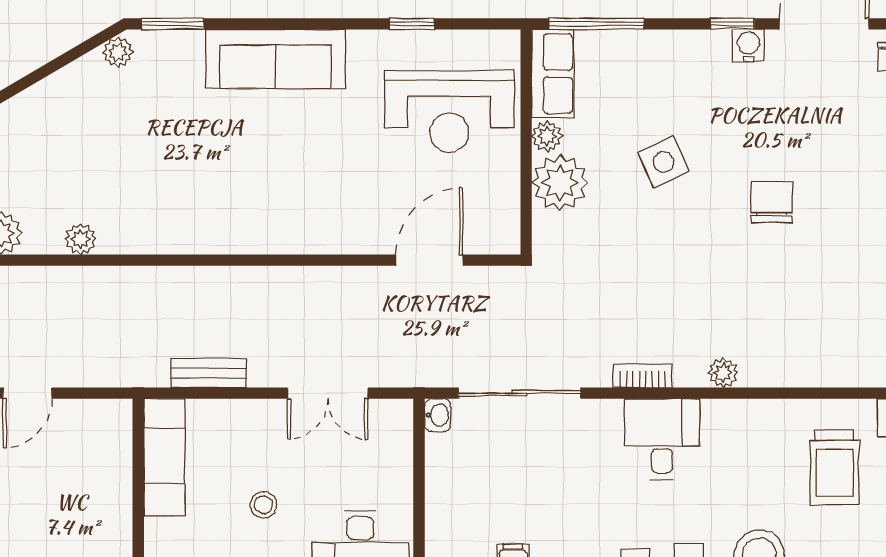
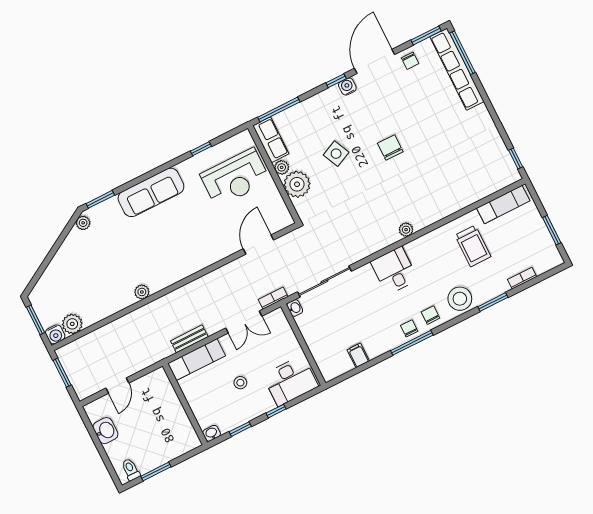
plant: (81, 239) -> (142, 292), moved
bookcase: (643, 376) -> (273, 298), moved
exam couch: (164, 457) -> (197, 360), moved, turned 90

